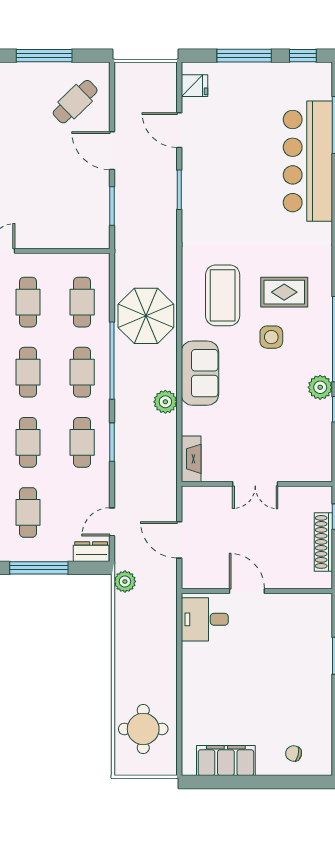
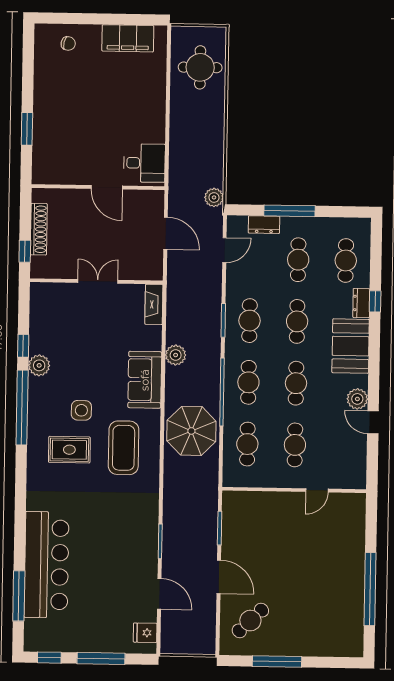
dresser: (91, 552) -> (264, 225), moved

